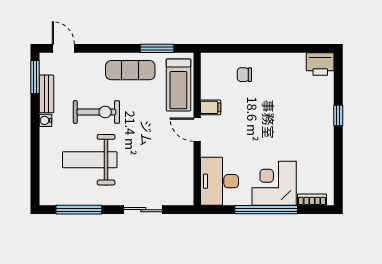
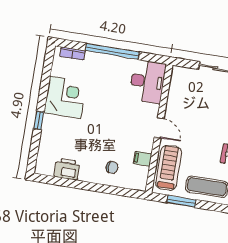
printer: (320, 64) -> (67, 169), moved
filing cabinet: (211, 107) -> (142, 159), moved
corner desk: (274, 183) -> (65, 97), moved, turned -90

